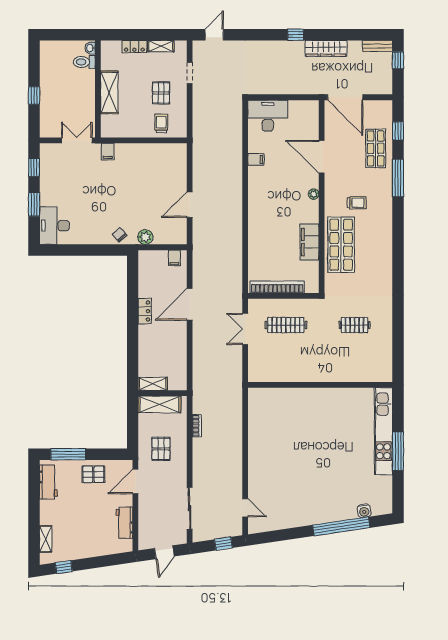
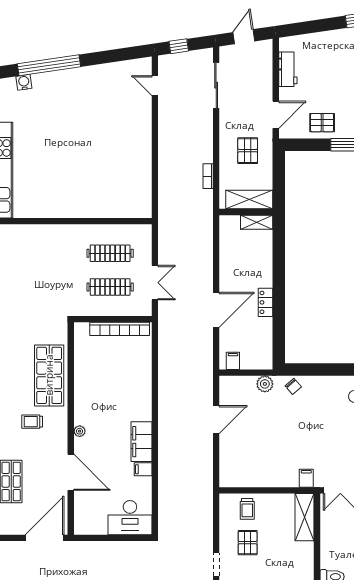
shelving: (109, 92) -> (305, 517), moved
door: (345, 97) -> (45, 538), hinge flipped
filing cabinet: (309, 242) -> (141, 442), moved, turned 180
clothes rail: (355, 325) -> (110, 253), moved, width x1.36

